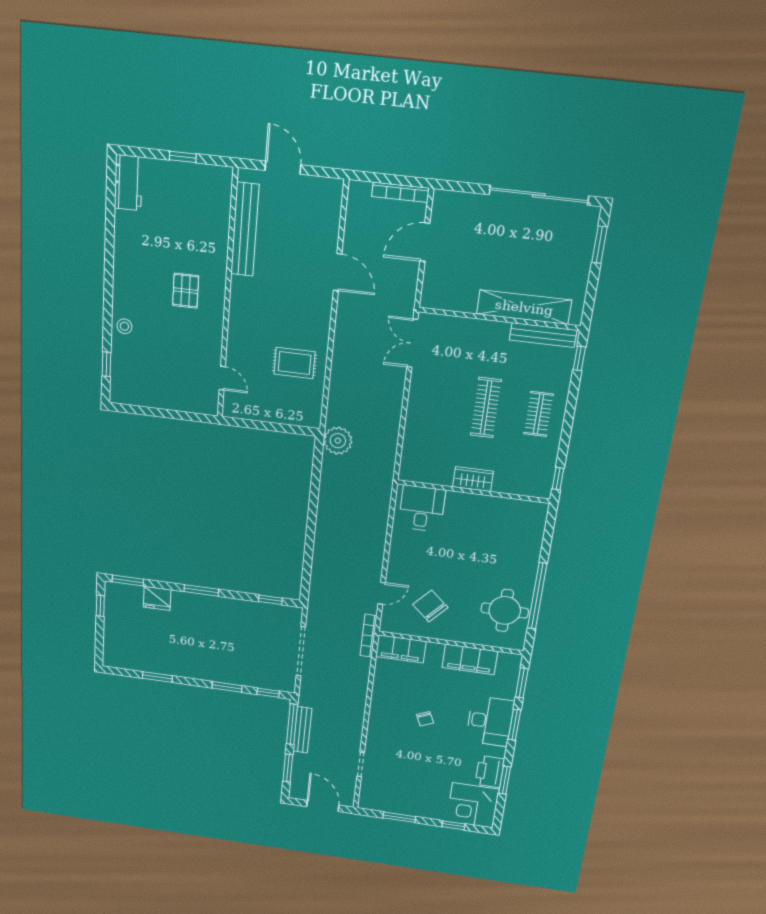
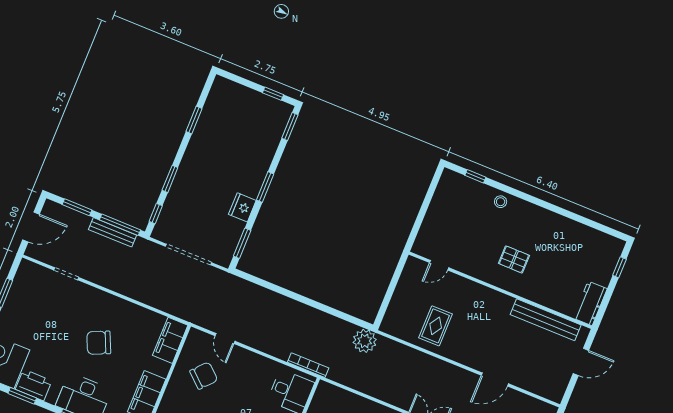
window: (183, 157) -> (620, 267), moved
workbench: (128, 183) -> (590, 303), moved, turned 90
fridge: (157, 598) -> (242, 207), moved
window: (270, 600) -> (242, 243), width x1.50
bookcase: (369, 636) -> (308, 365), moved
chair: (425, 719) -> (99, 343), width x1.87, depth x1.87

